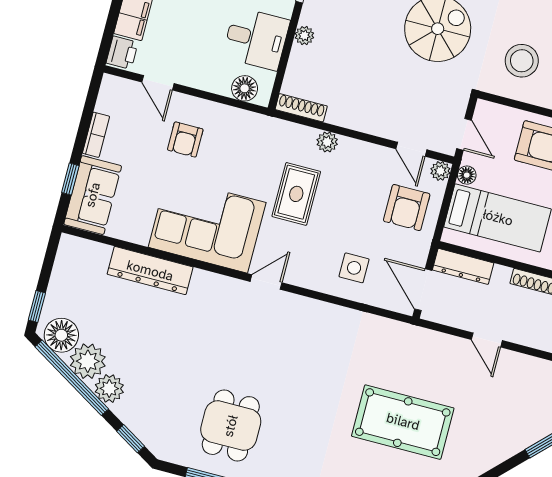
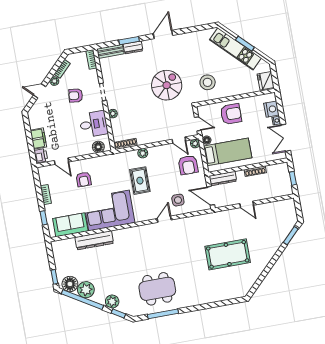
sofa: (93, 195) -> (70, 225), moved, turned -90
door: (266, 282) -> (164, 219), moved
plant: (109, 389) -> (112, 302), moved
dining table: (231, 426) -> (157, 289), width x1.38

